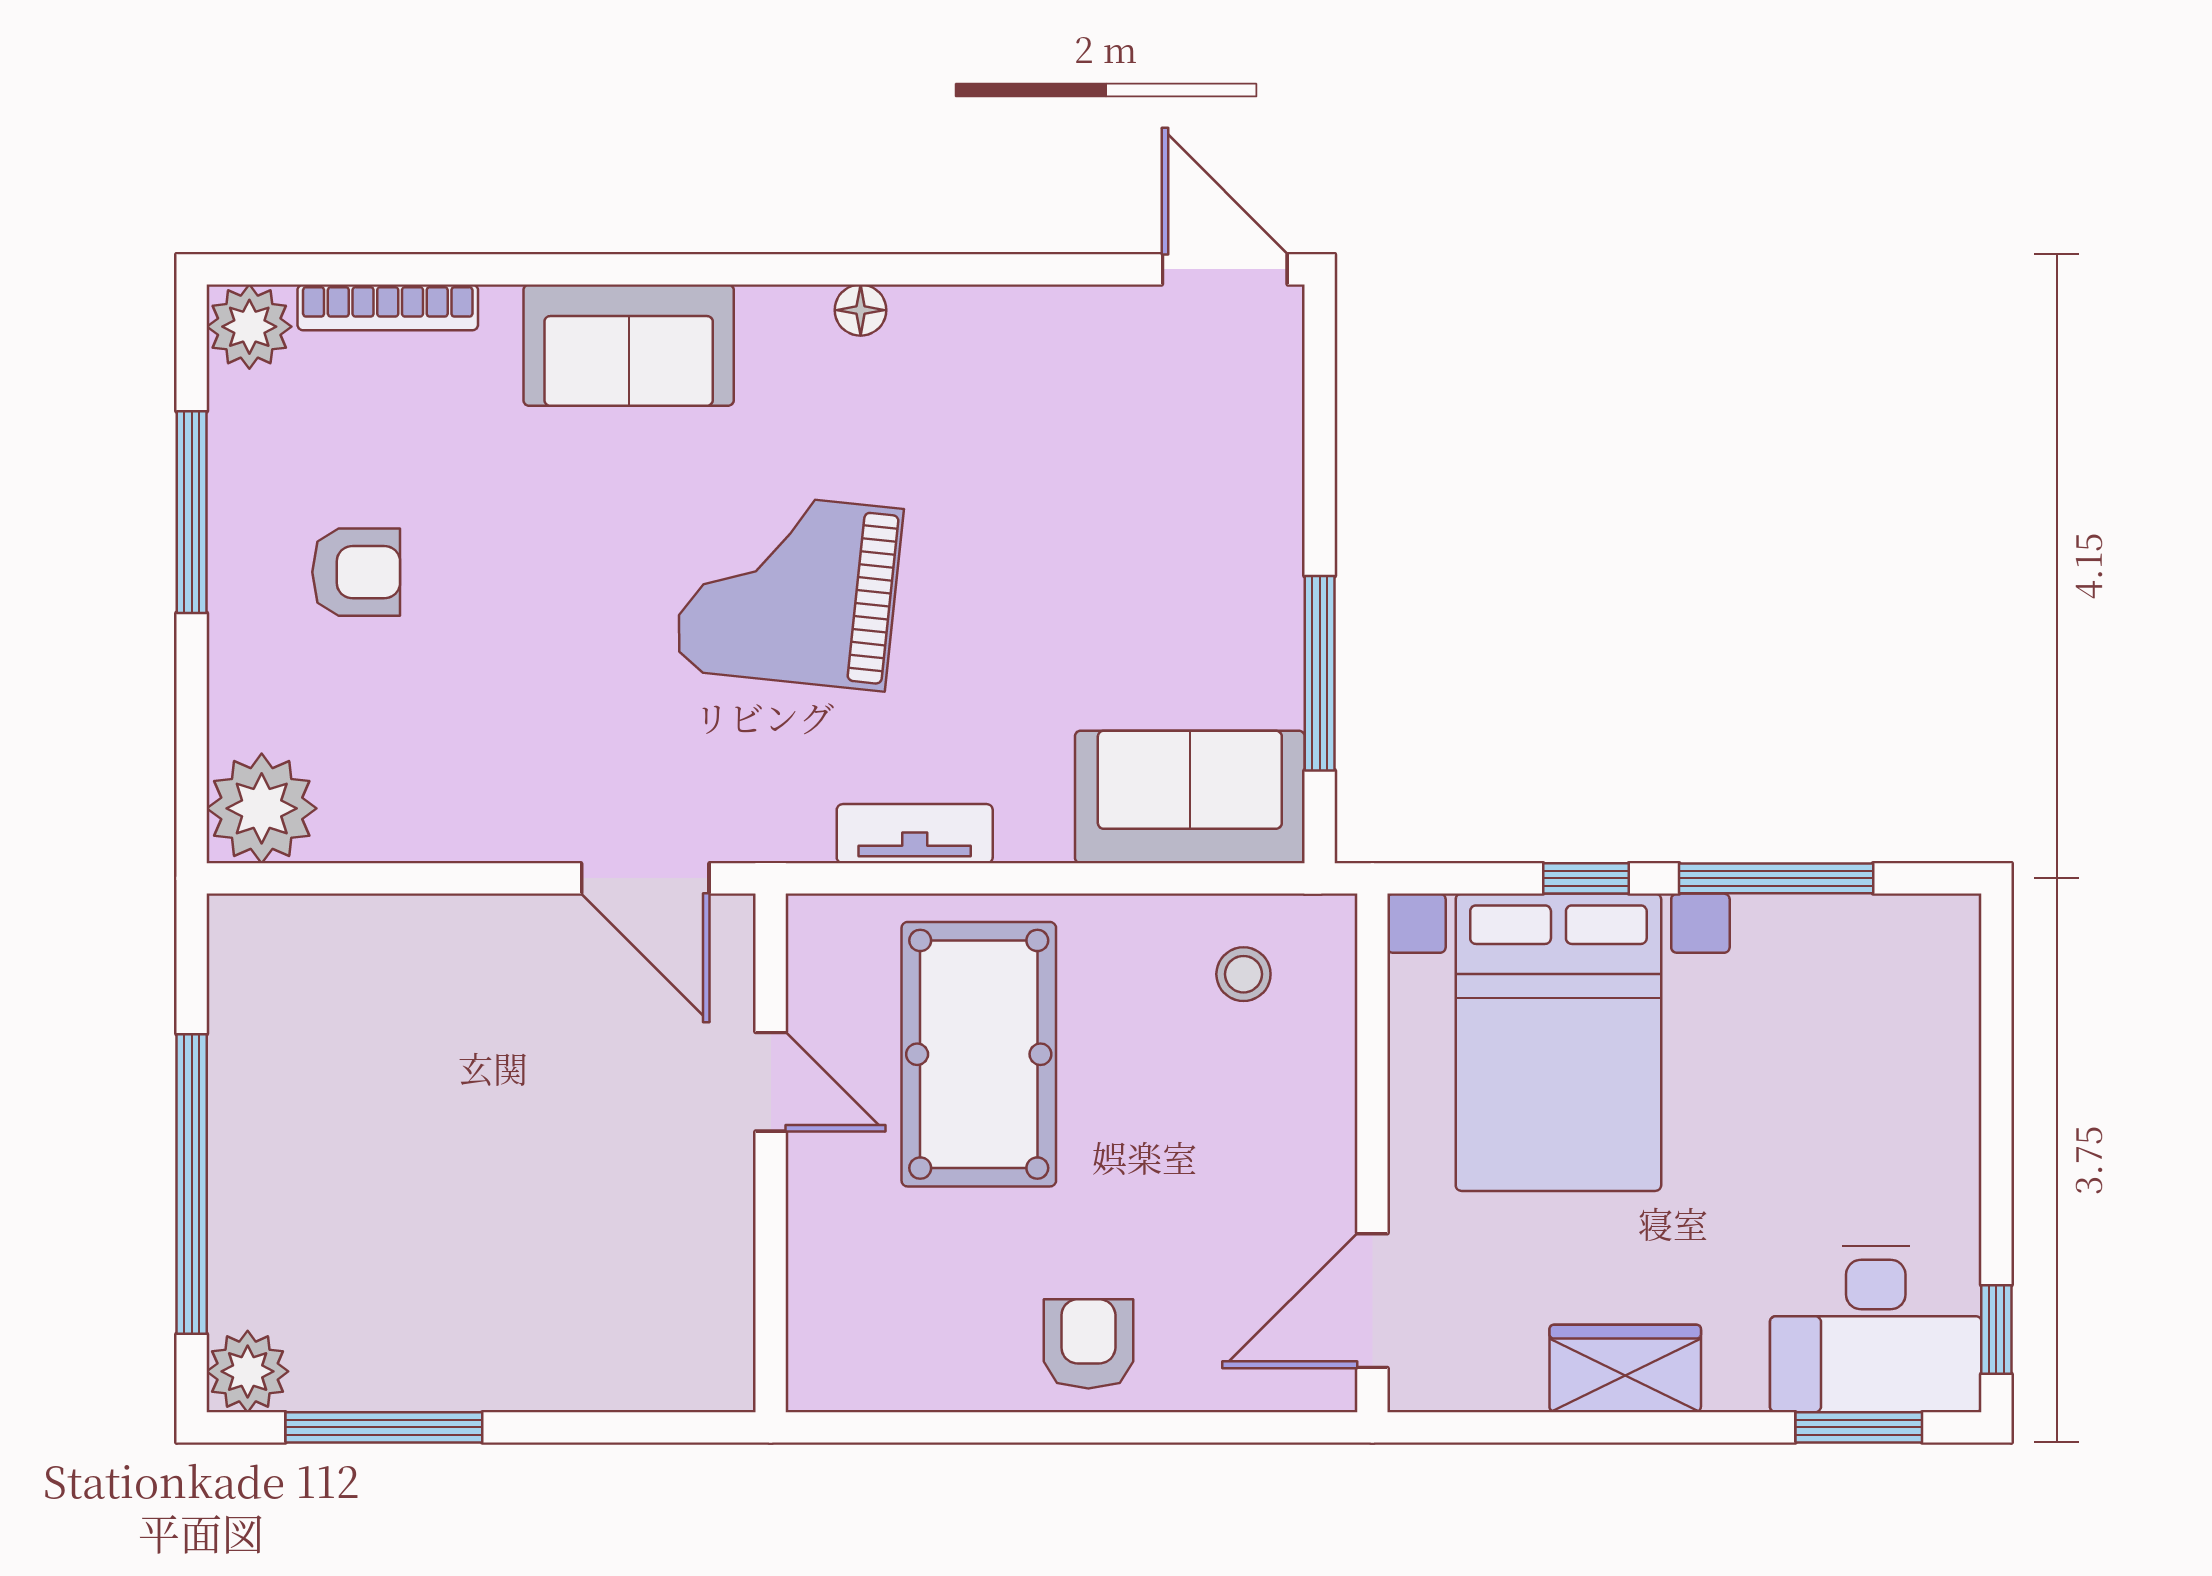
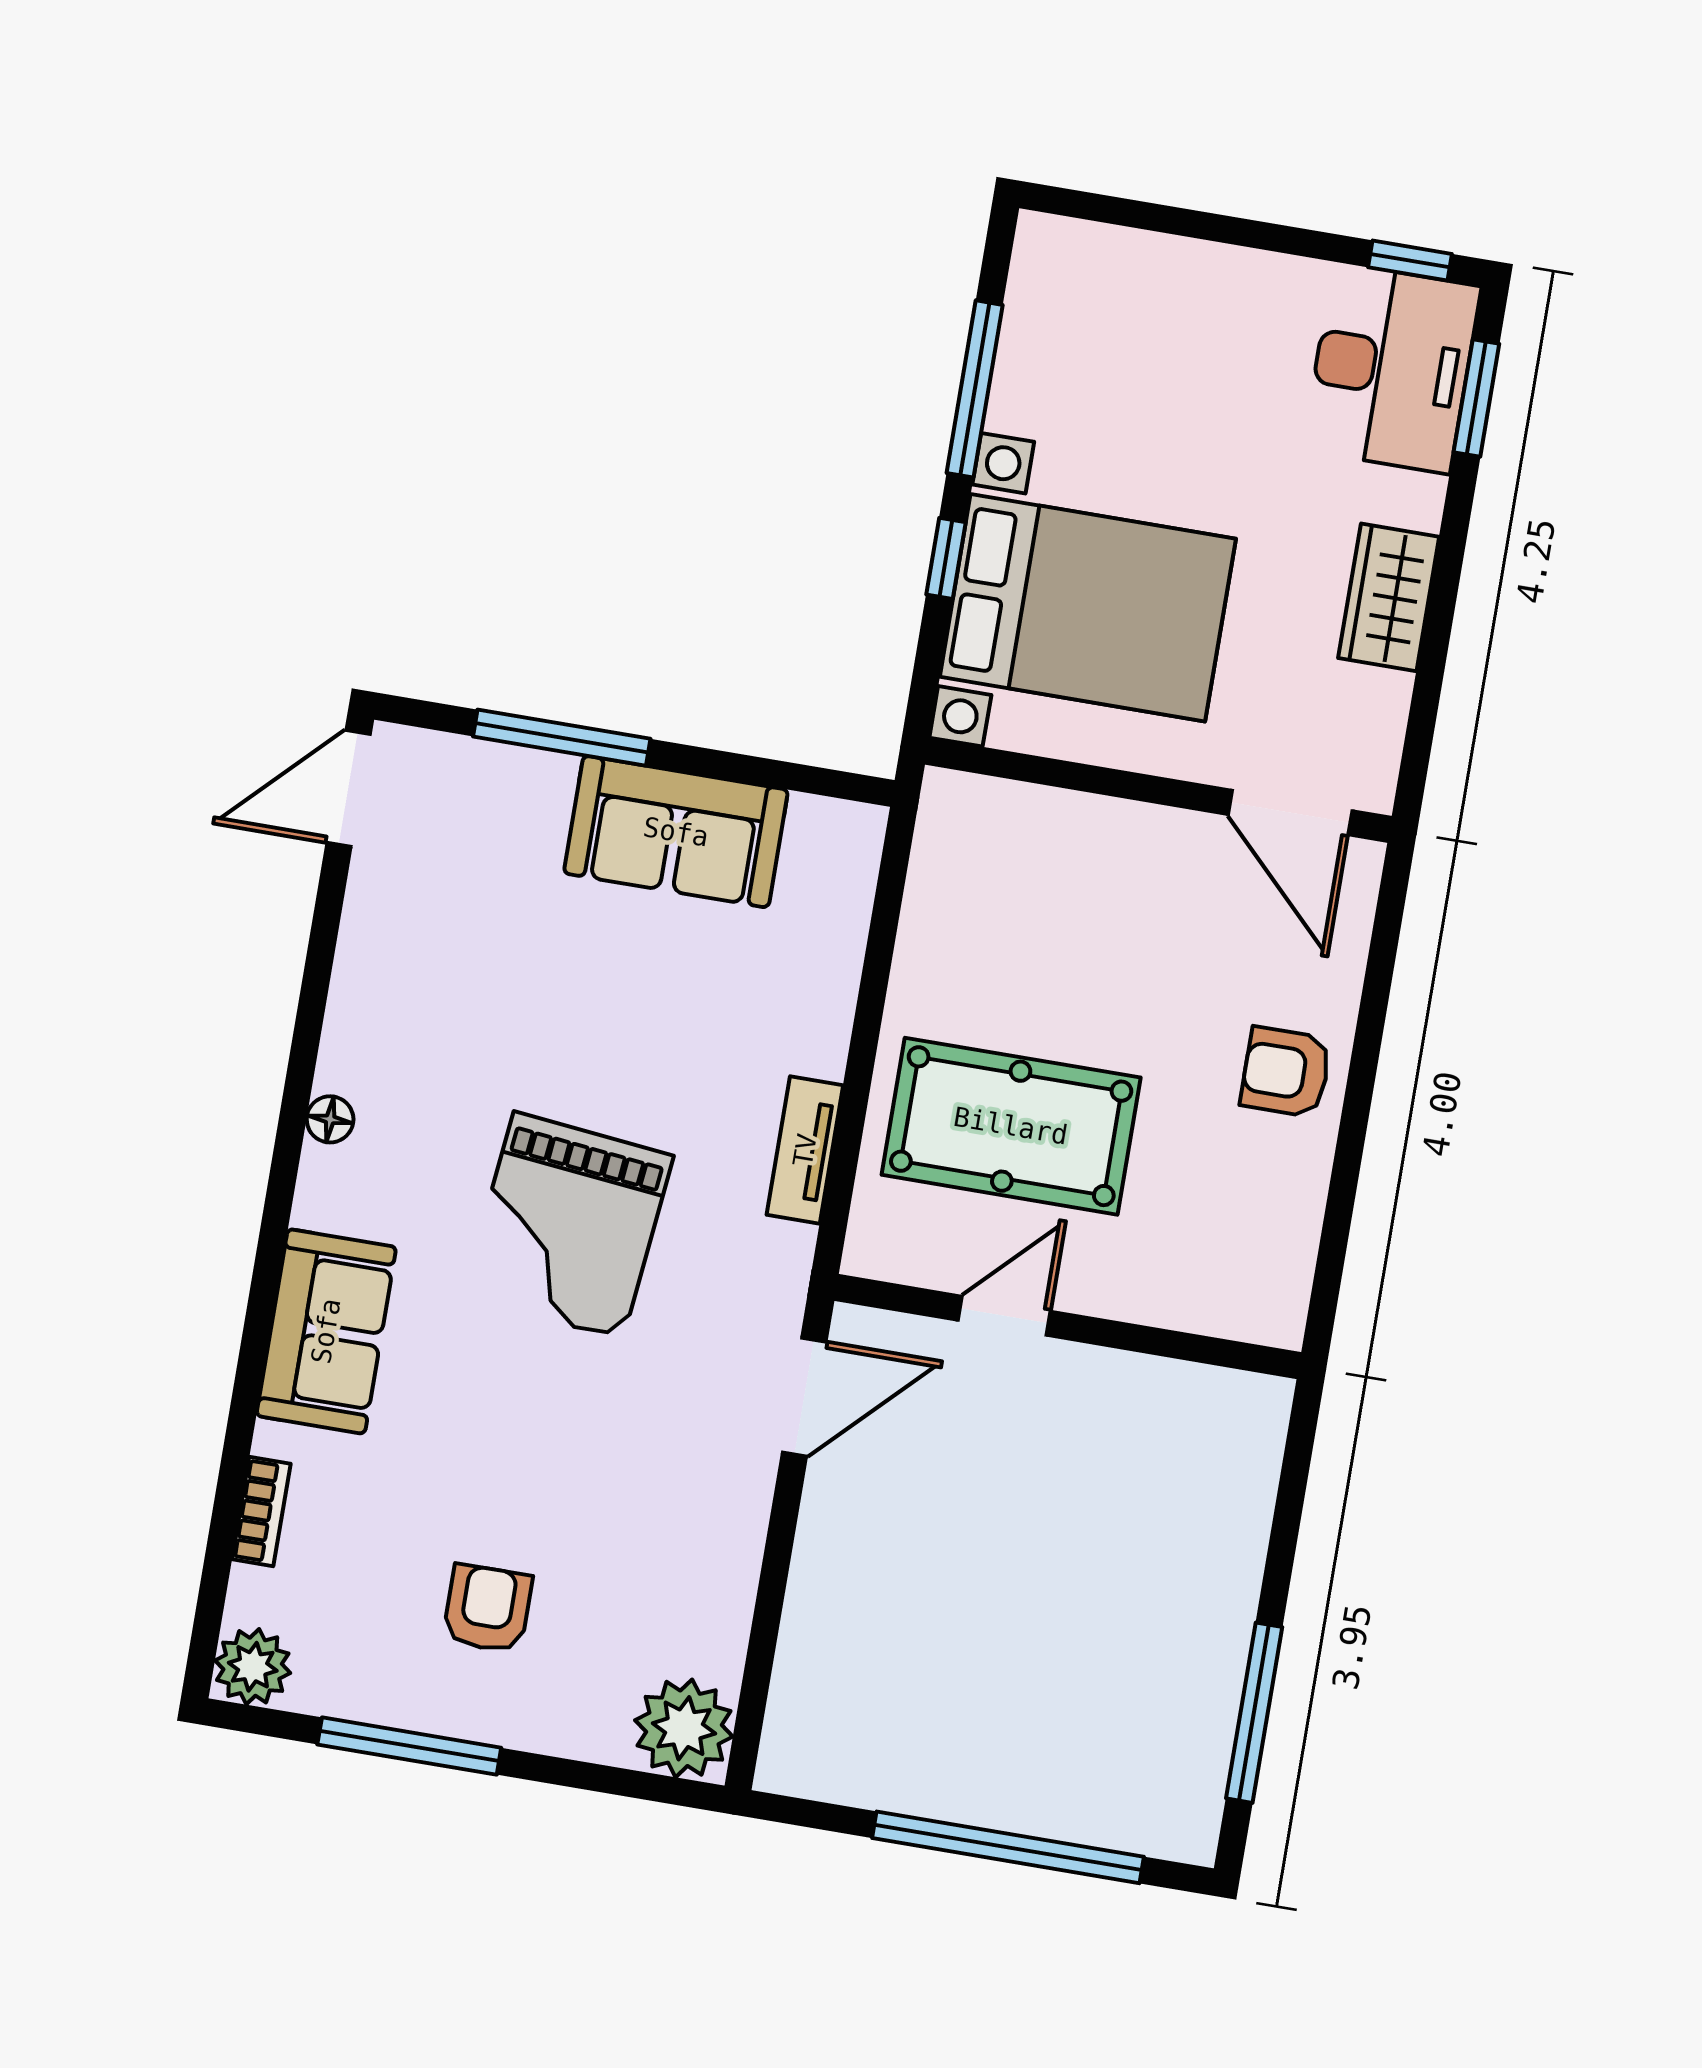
bookcase: (388, 307) -> (261, 1511), width x0.64
window: (1320, 673) -> (562, 738), moved
sofa: (1190, 797) -> (676, 832), moved, turned -90
stool: (1243, 974) -> (980, 878), removed
plant: (248, 1371) -> (1184, 1826), removed

